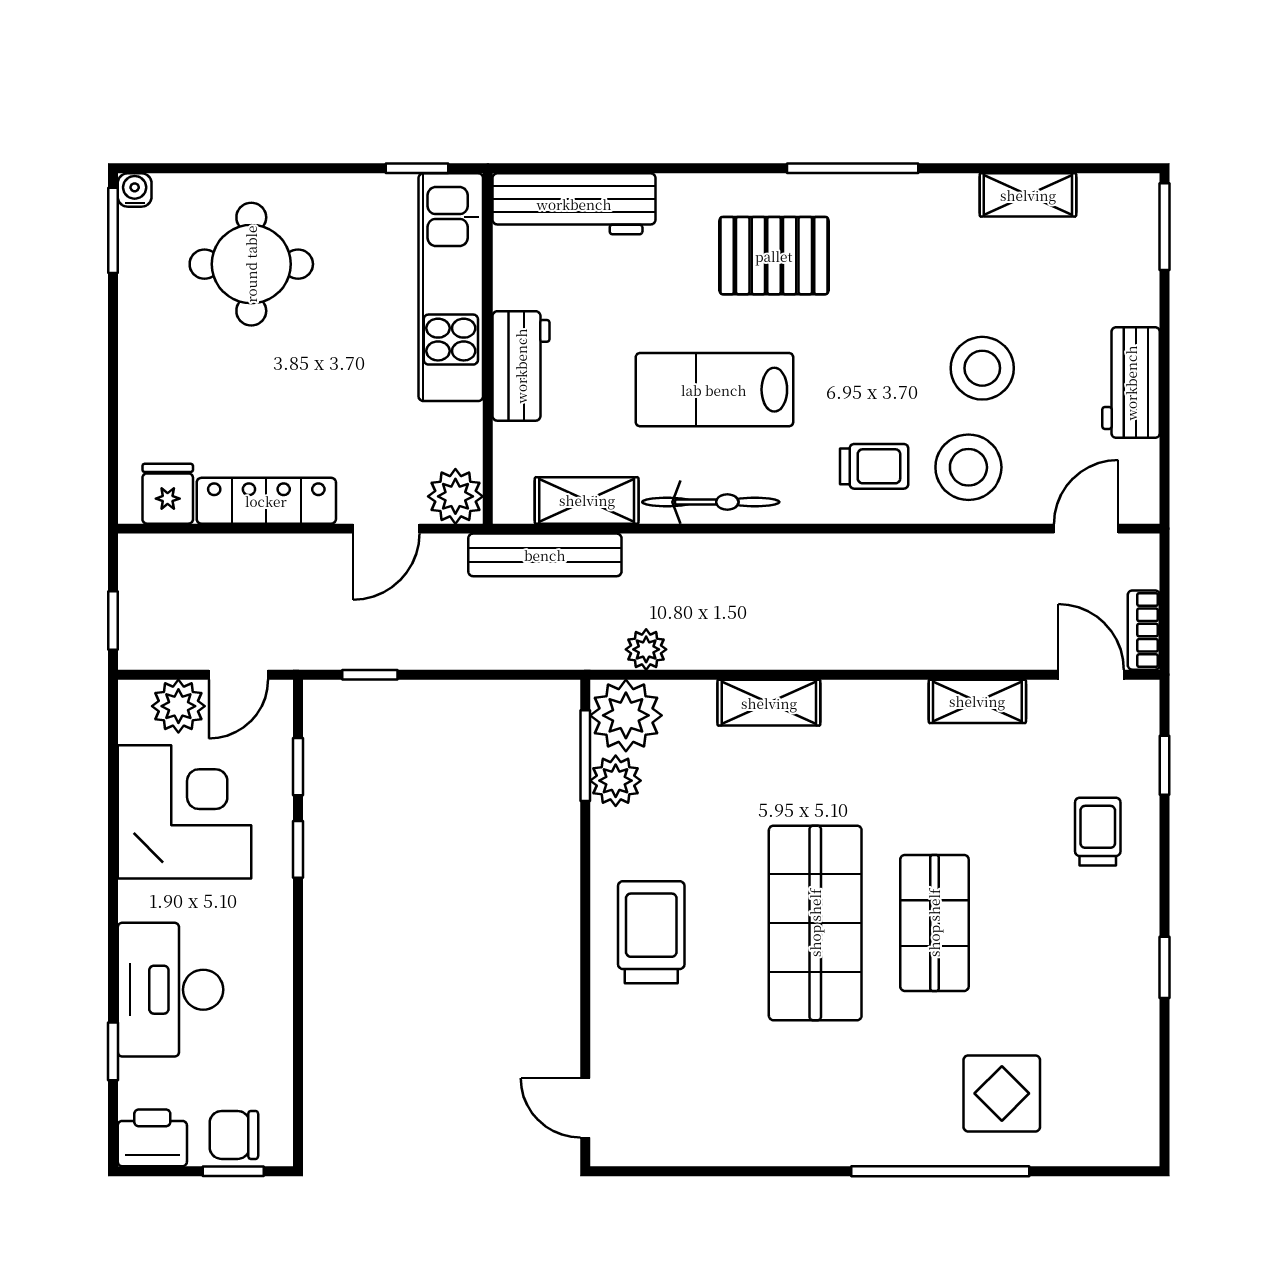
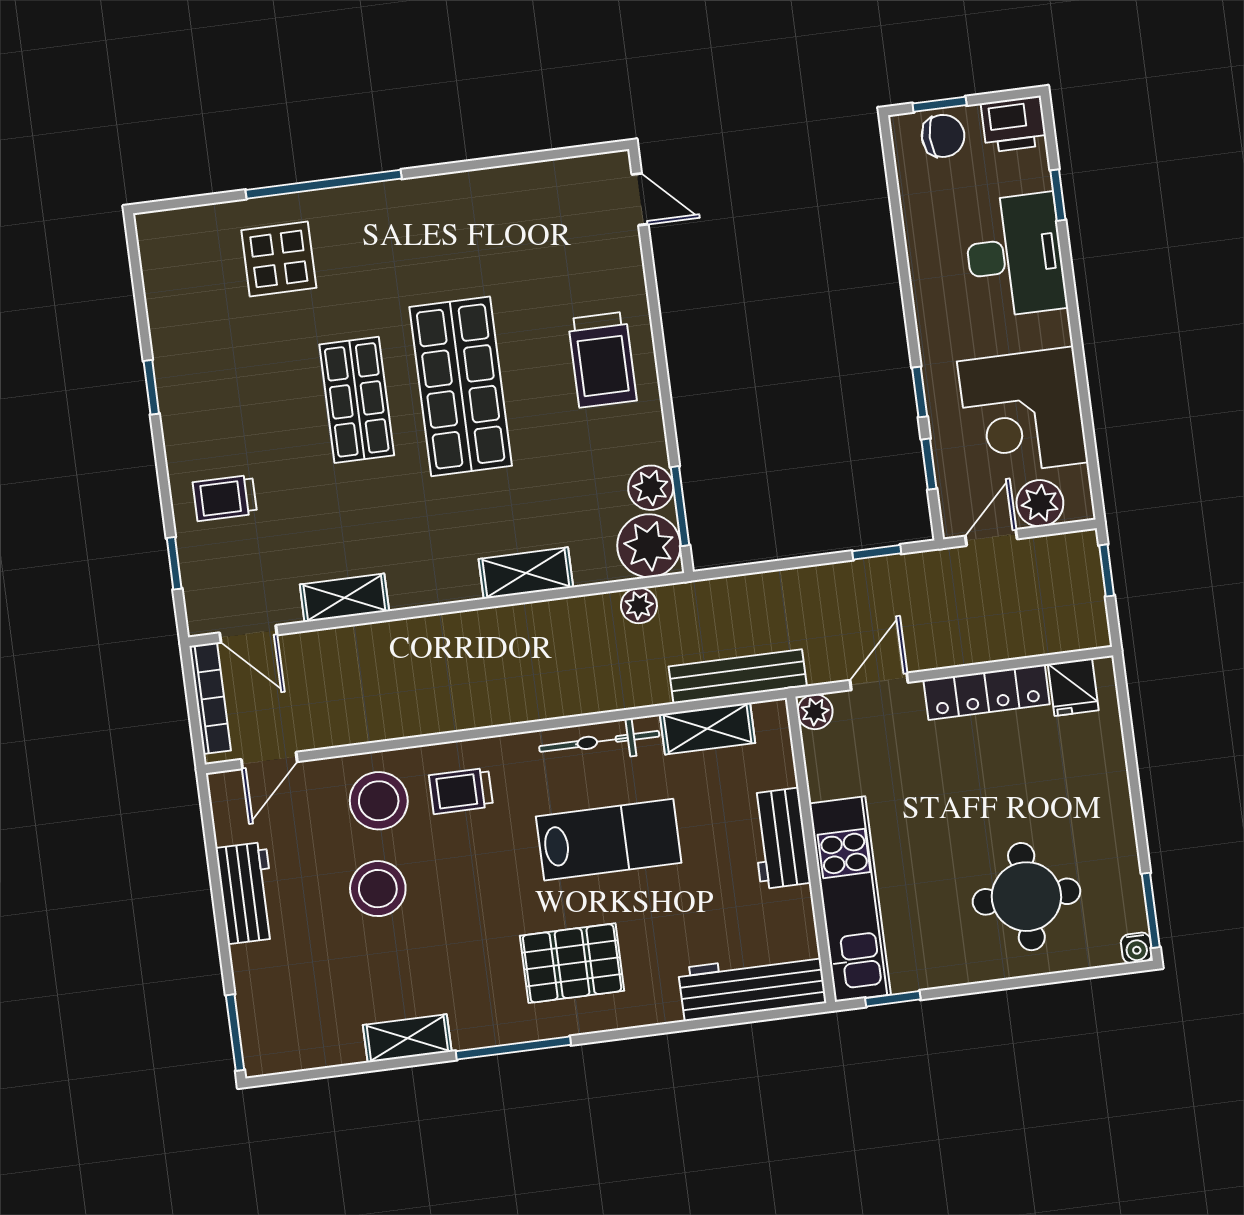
shelving: (1028, 195) -> (407, 1038), moved
plant: (455, 496) -> (815, 712), width x0.73, depth x0.73
bookcase: (1144, 630) -> (210, 698), width x1.56
trolley: (1098, 832) -> (225, 498), turned 90

